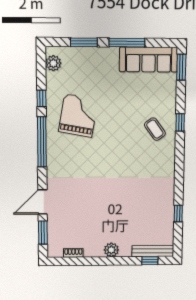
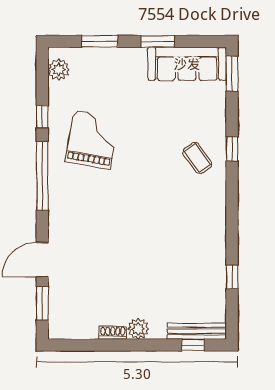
window: (127, 43) -> (158, 41), width x0.69
shoe rack: (73, 253) -> (113, 333), moved

